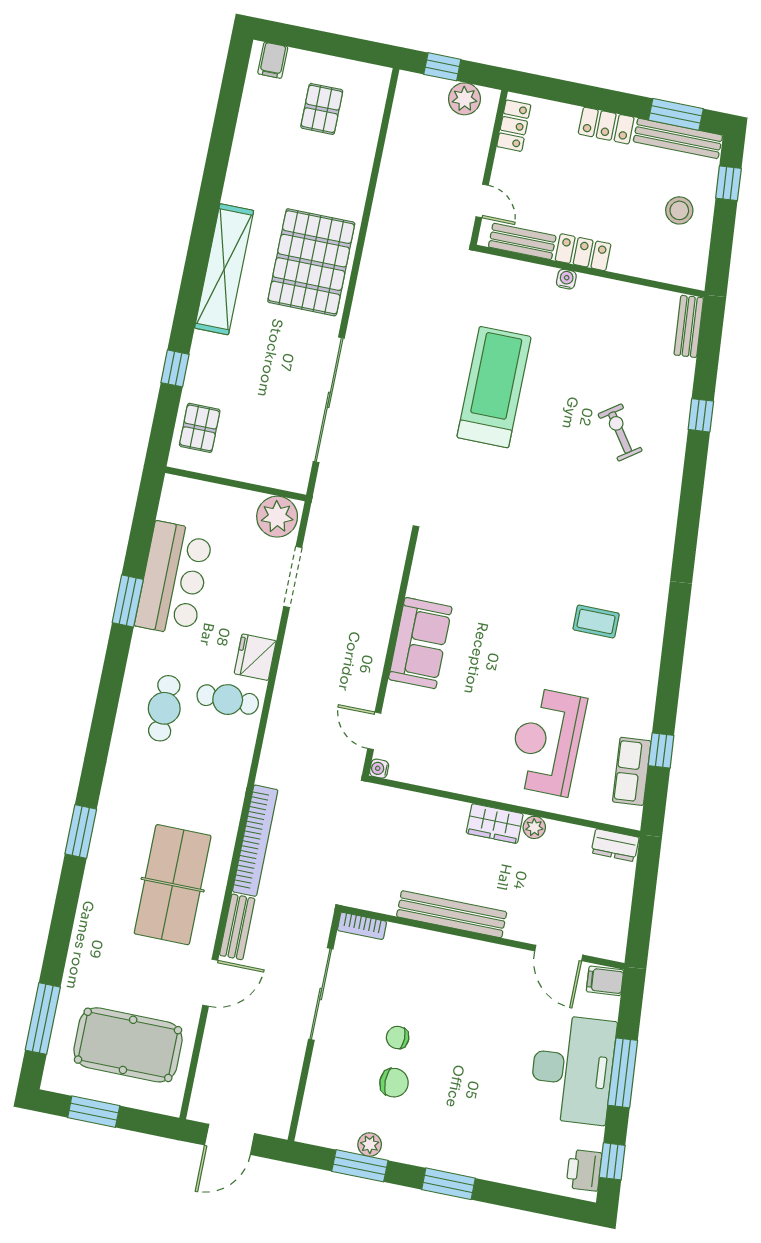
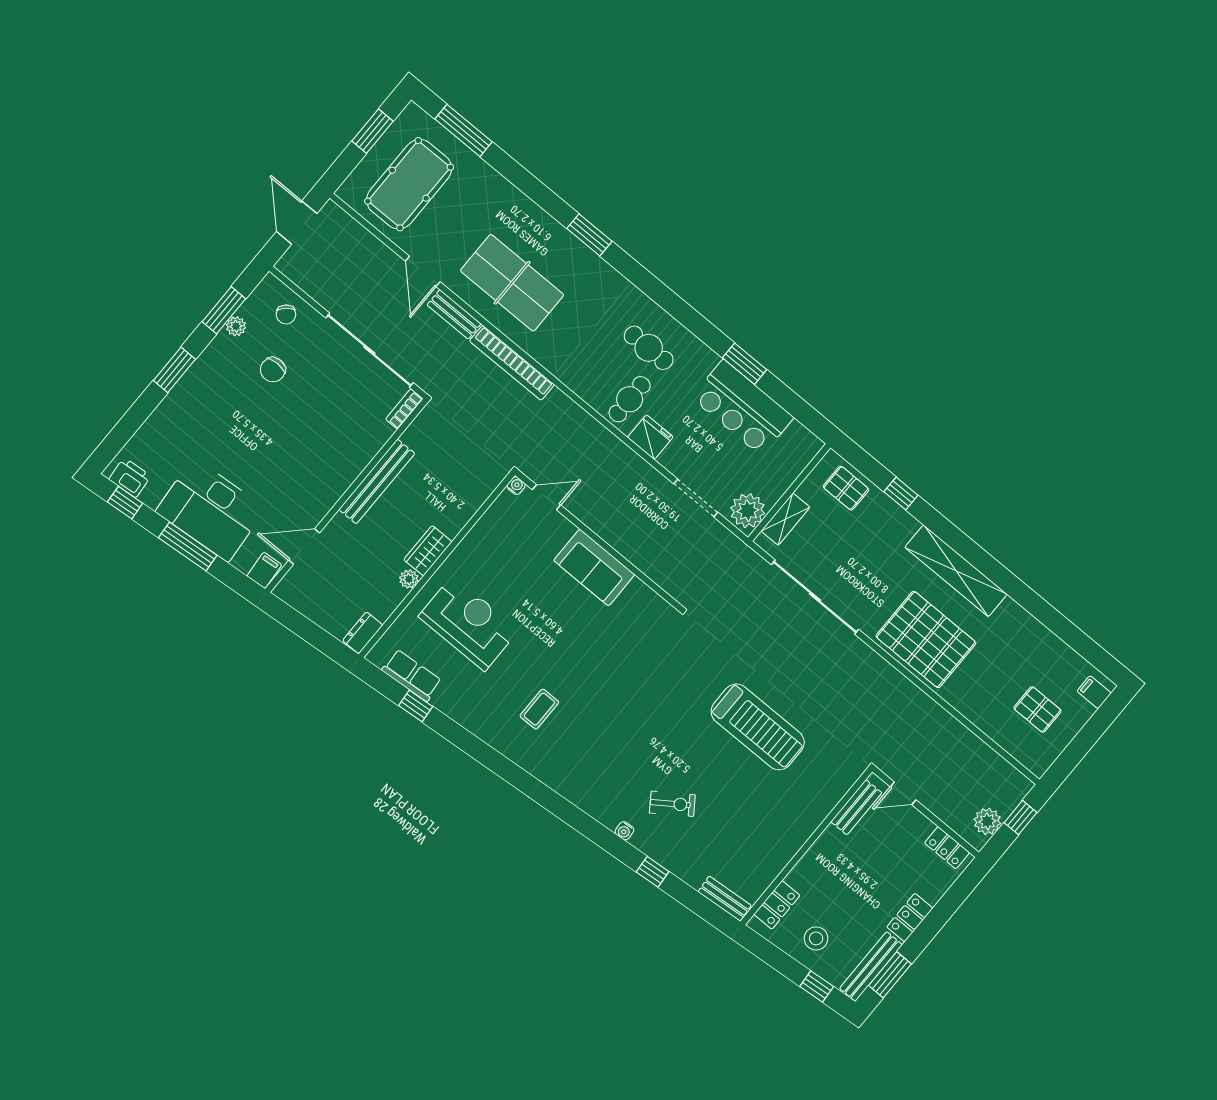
locker: (583, 252) -> (777, 905), moved
water cooler: (566, 279) -> (624, 831), moved, turned 85
shelving: (265, 473) -> (785, 519), added
sliding door: (321, 994) -> (369, 350), width x1.36
chair: (398, 1038) -> (286, 314), moved, turned 138

